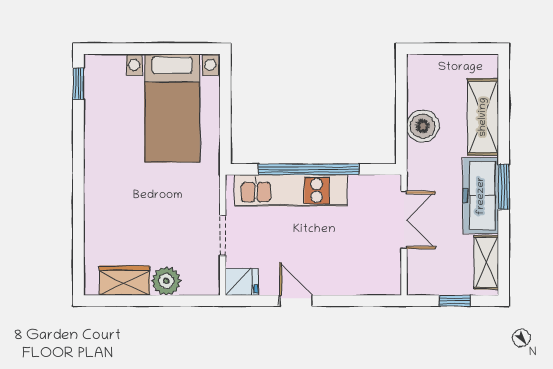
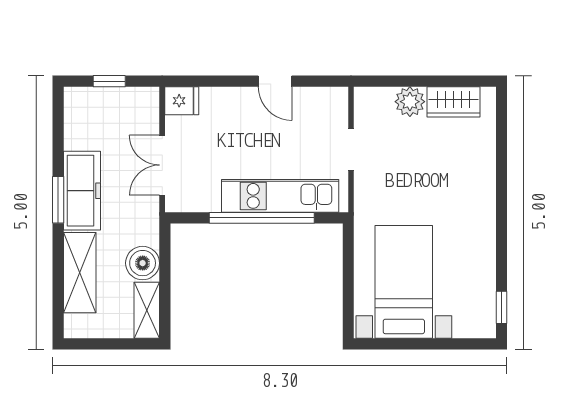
shelving: (486, 262) -> (147, 310), moved
fridge: (242, 282) -> (182, 101), moved, turned 180

